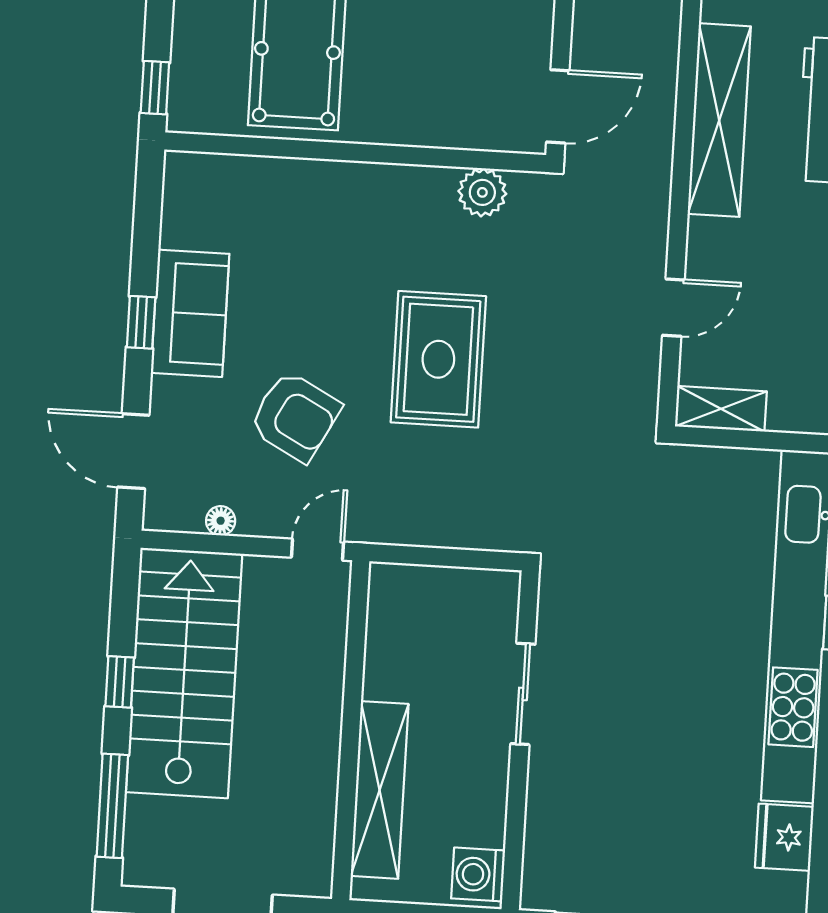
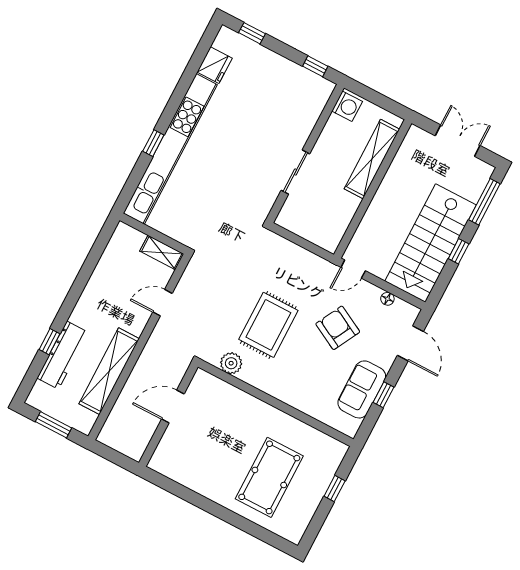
wall: (355, 152) -> (276, 403), moved
plant: (482, 192) -> (231, 363), moved

